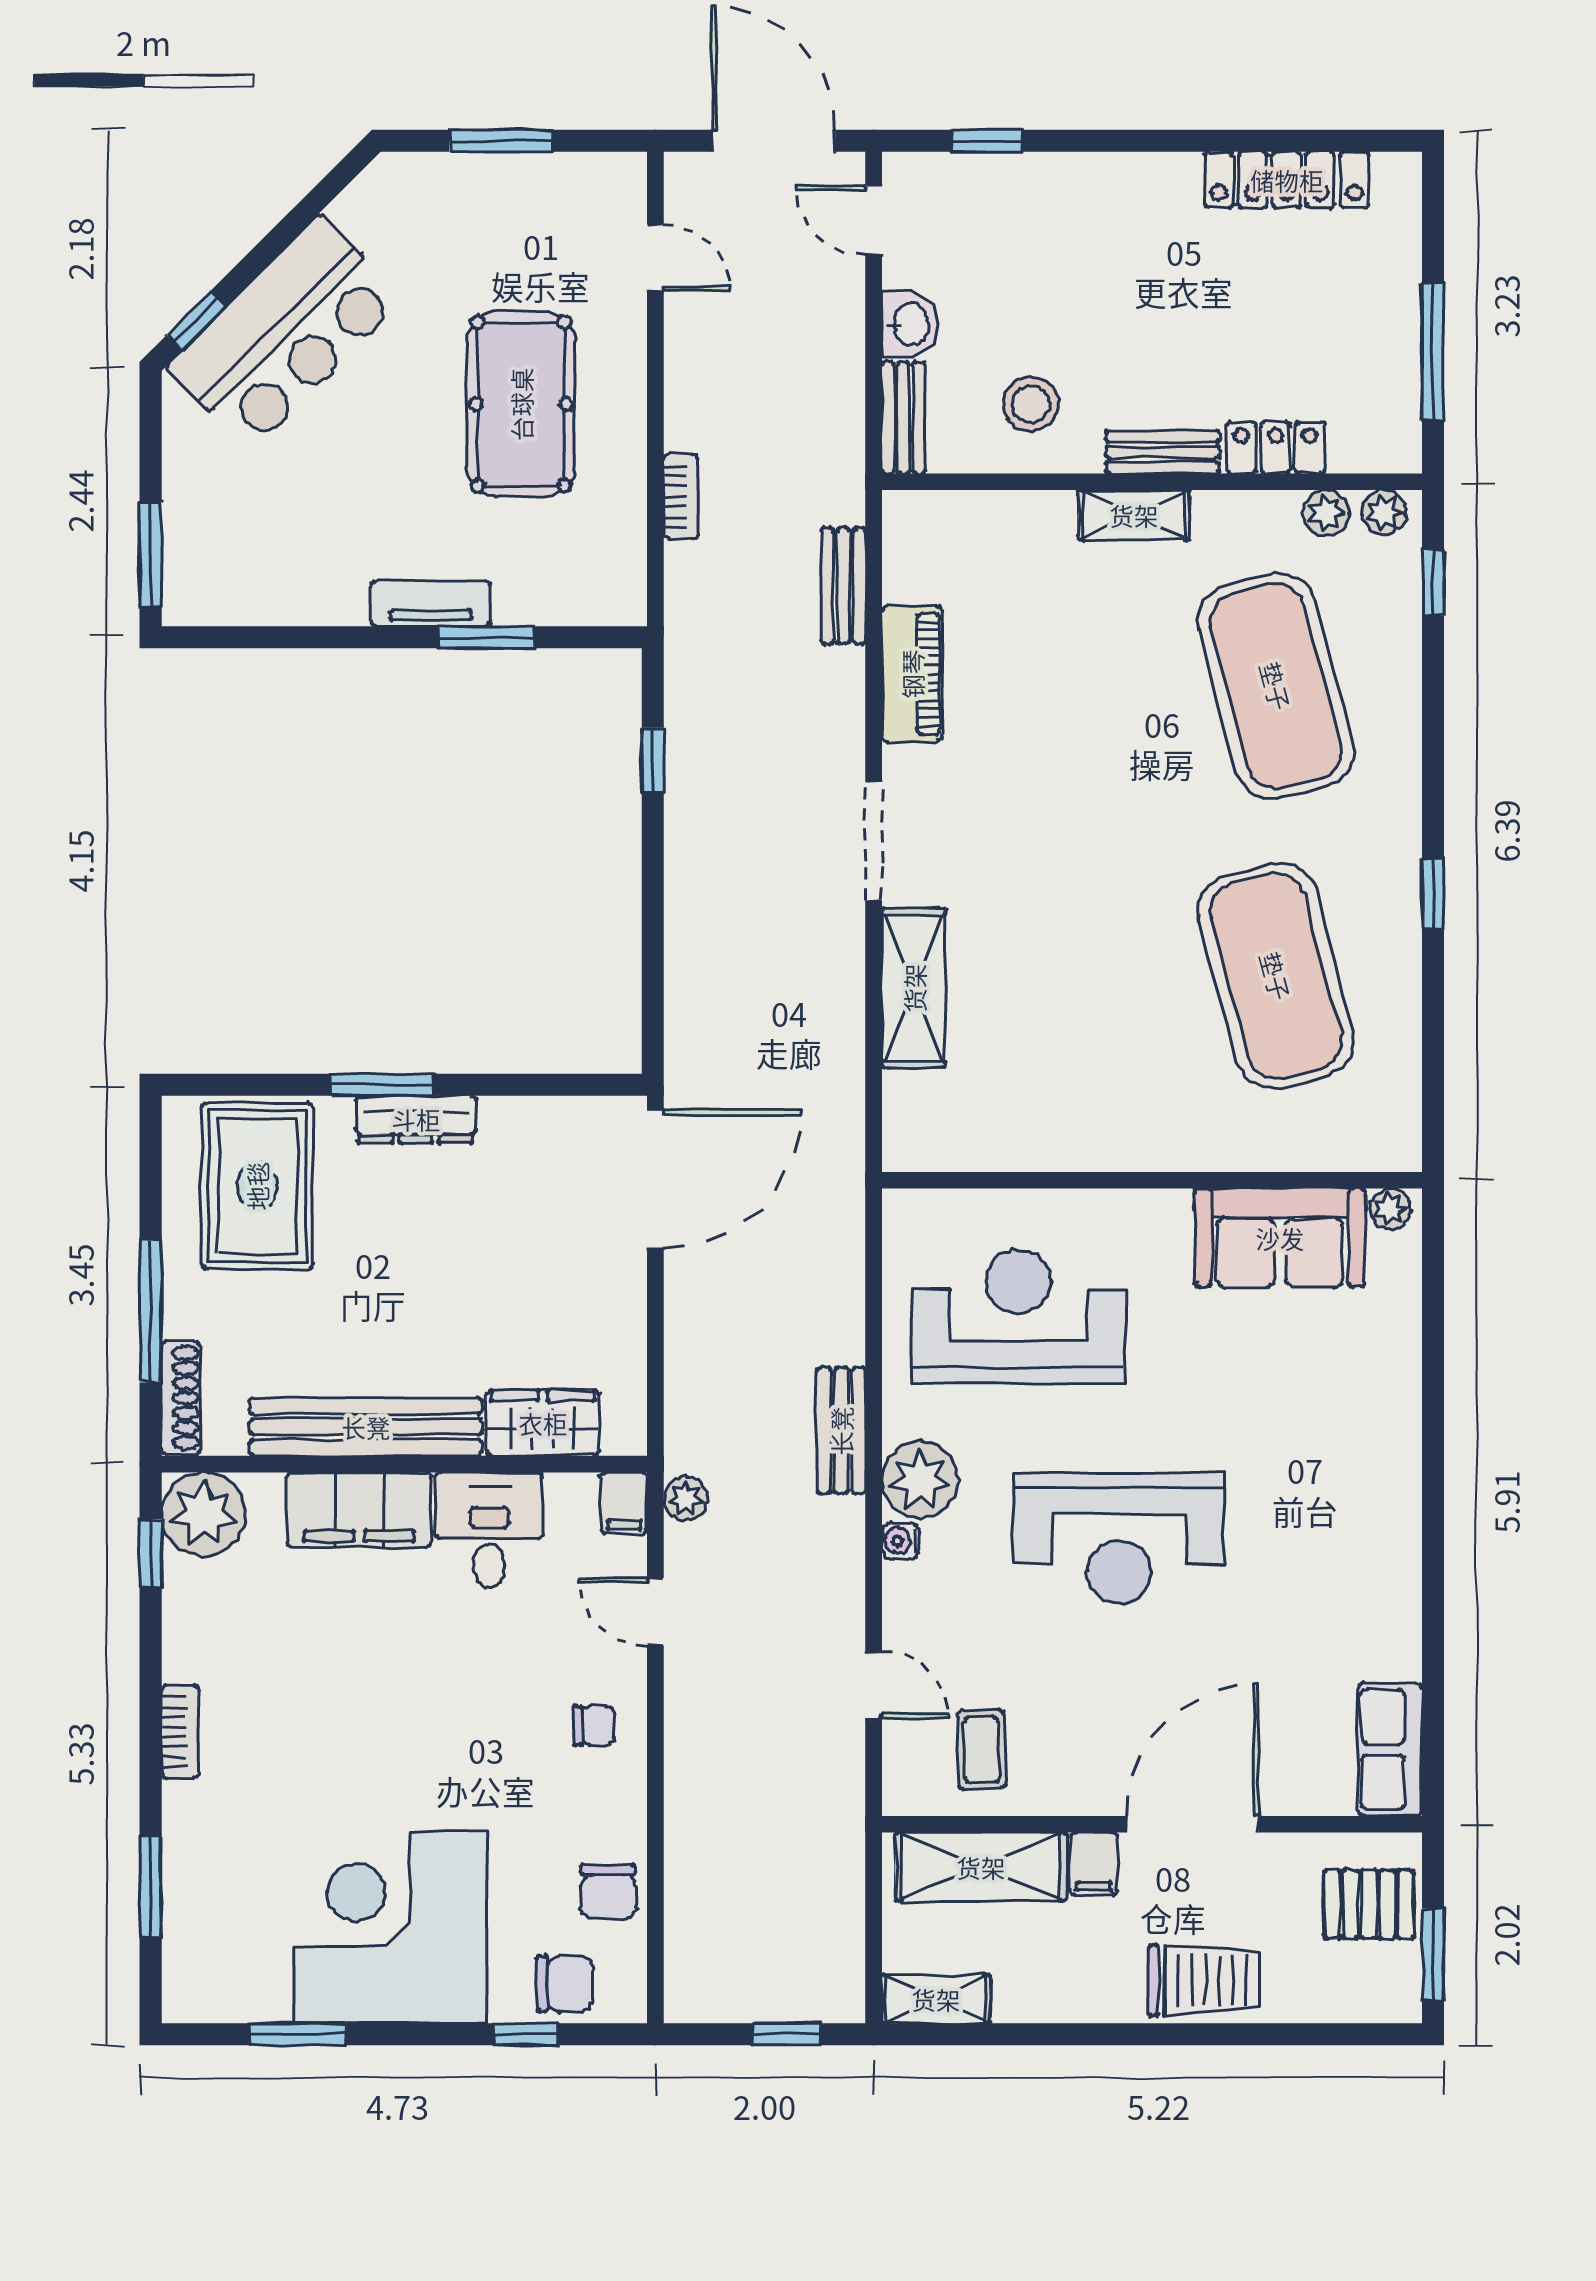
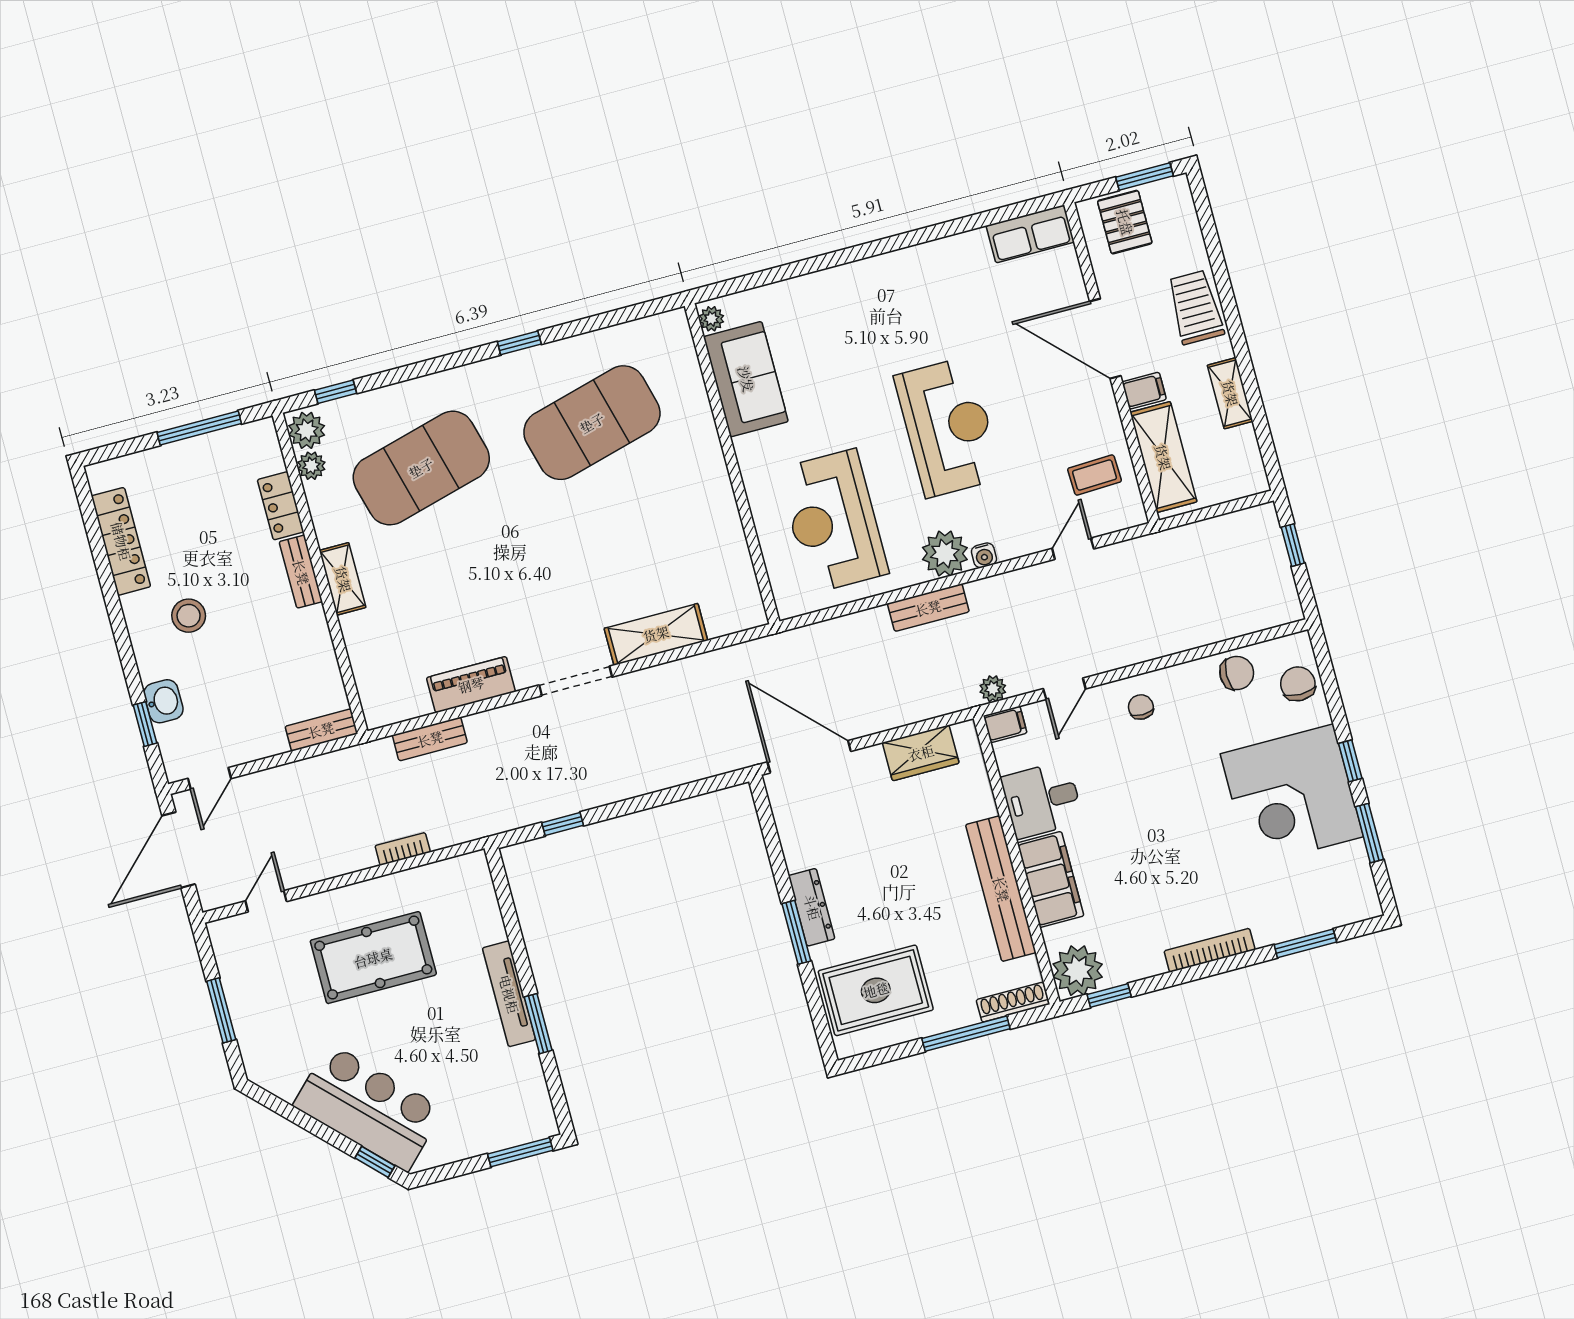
washbasin: (910, 324) -> (163, 701), moved, turned 90
stool: (1031, 404) -> (189, 616), moved
plant: (1384, 512) -> (307, 430), width x1.38, depth x1.38
tv unit: (431, 604) -> (509, 994), width x1.41
window: (487, 637) -> (538, 1024), moved
wardrobe: (543, 1423) -> (921, 753), moved, turned -90
bookcase: (180, 1732) -> (1210, 950), width x1.56
shelving: (936, 1999) -> (1230, 393), moved
window: (526, 2034) -> (1350, 761), moved

